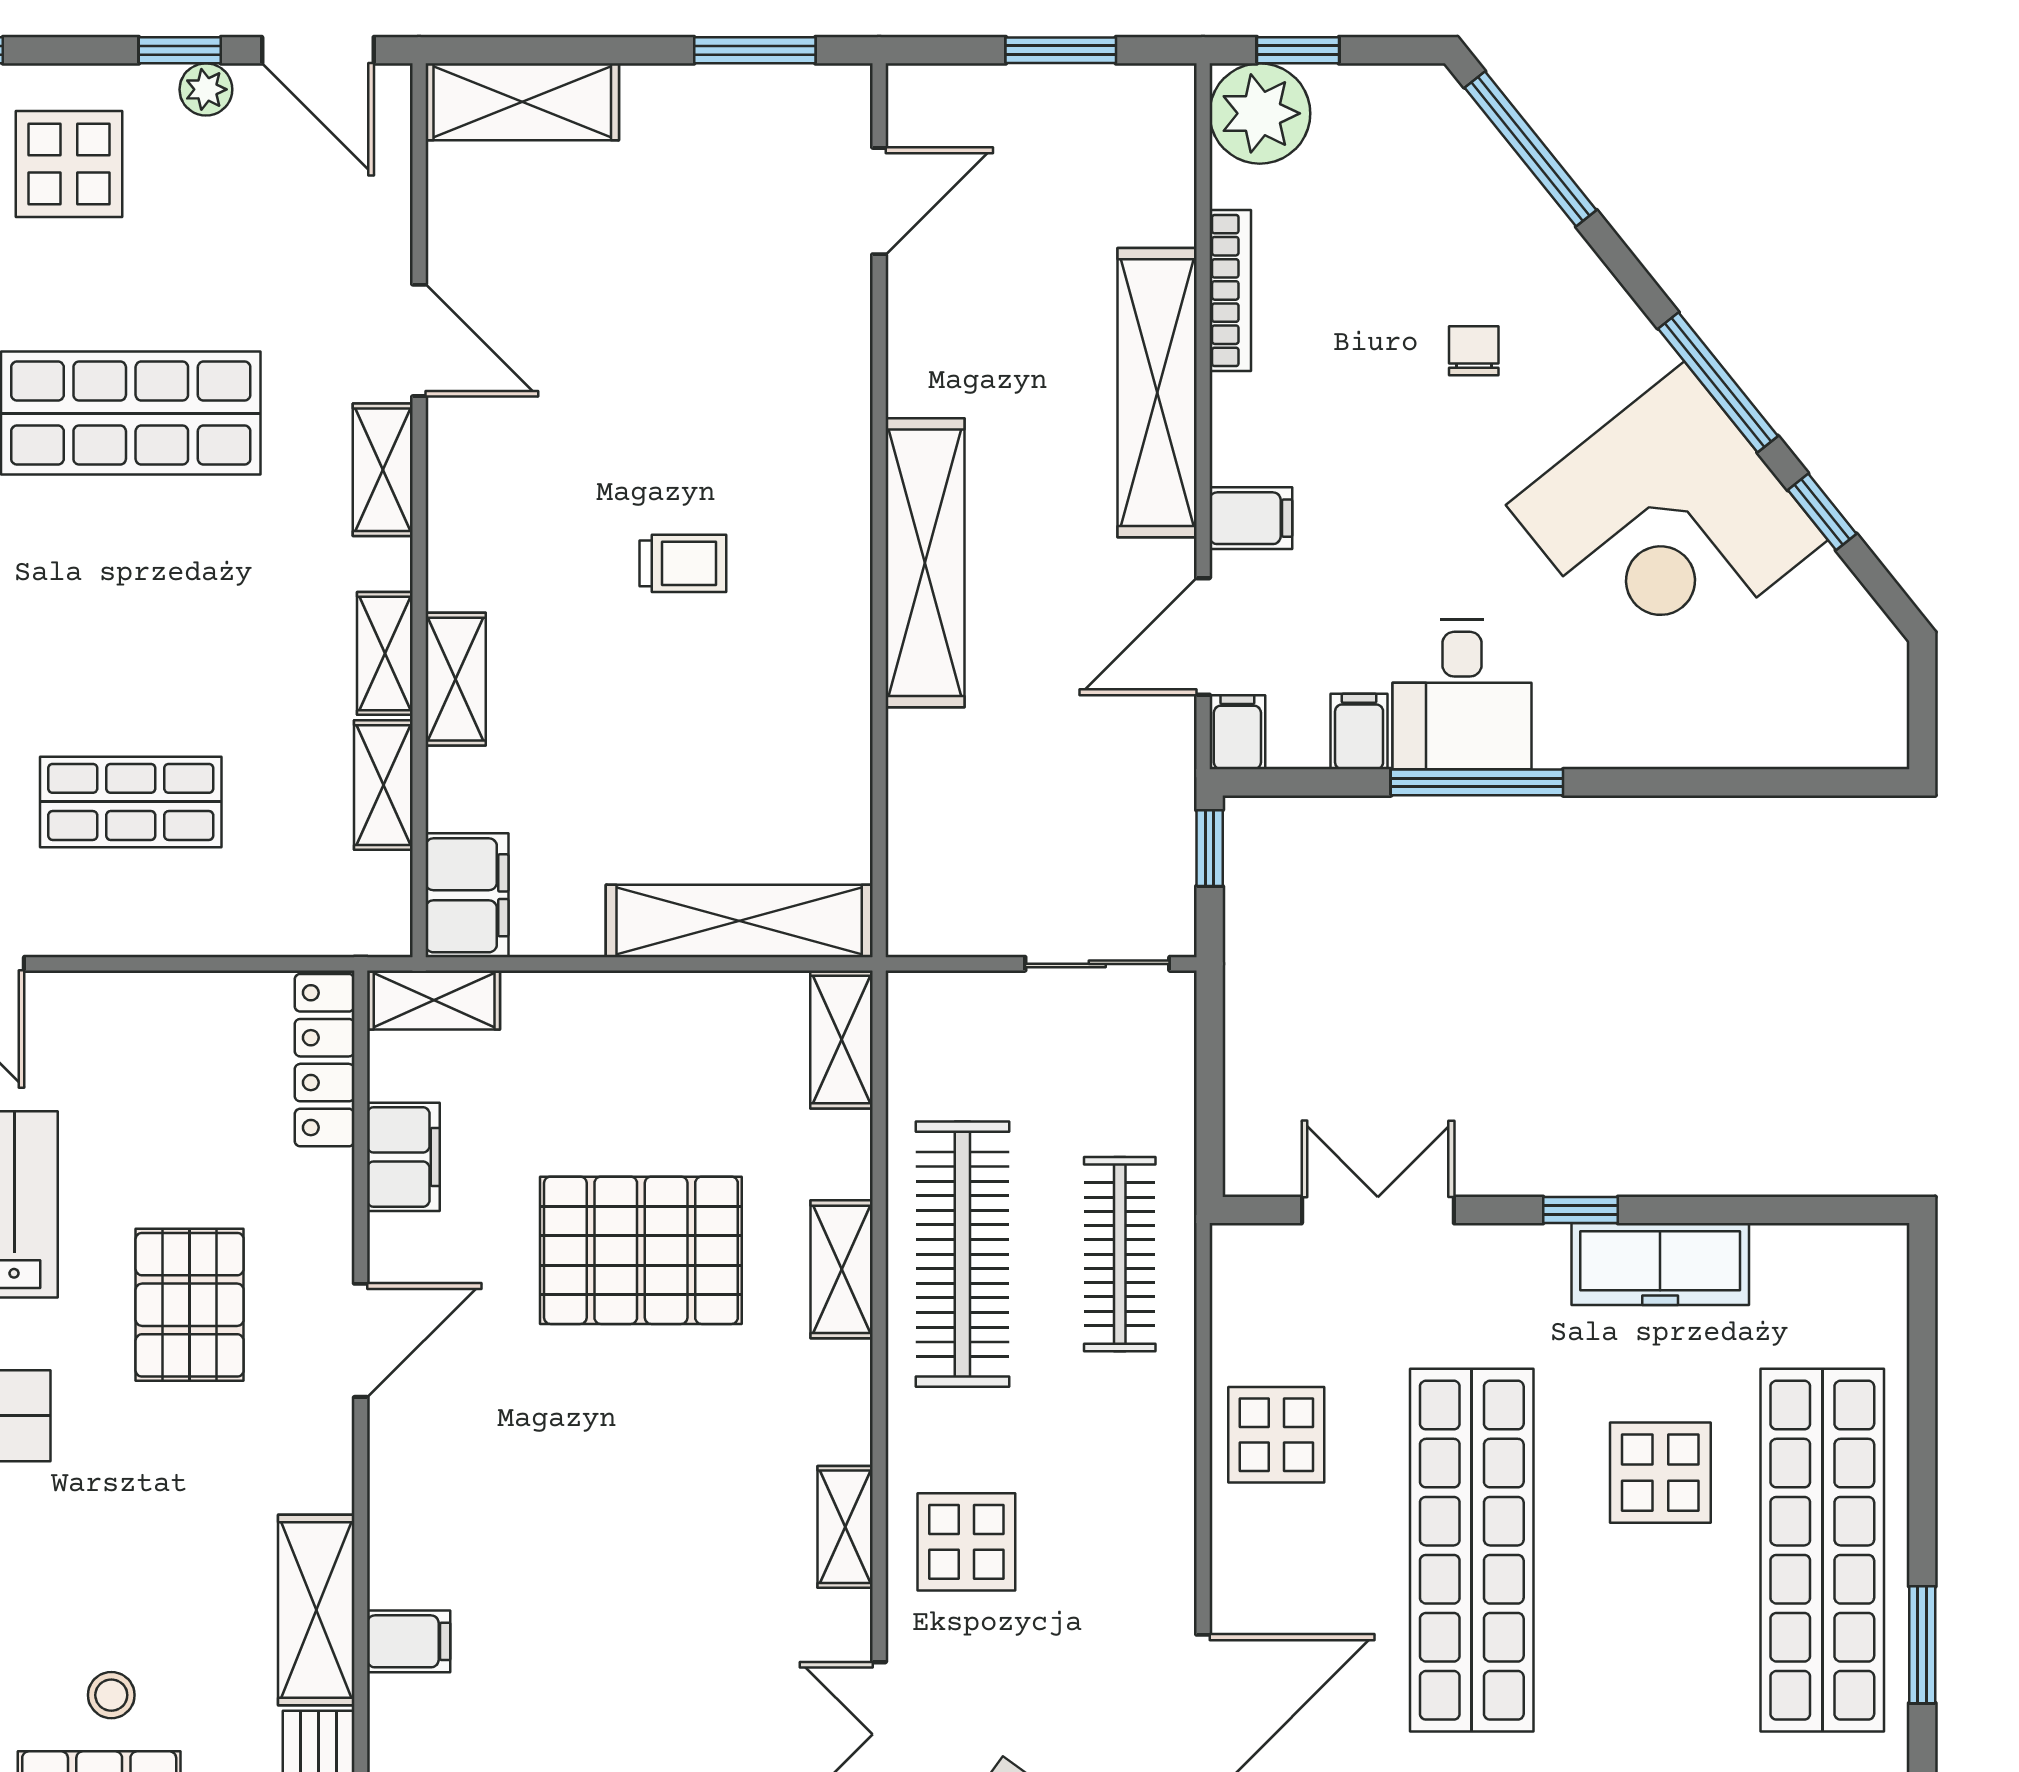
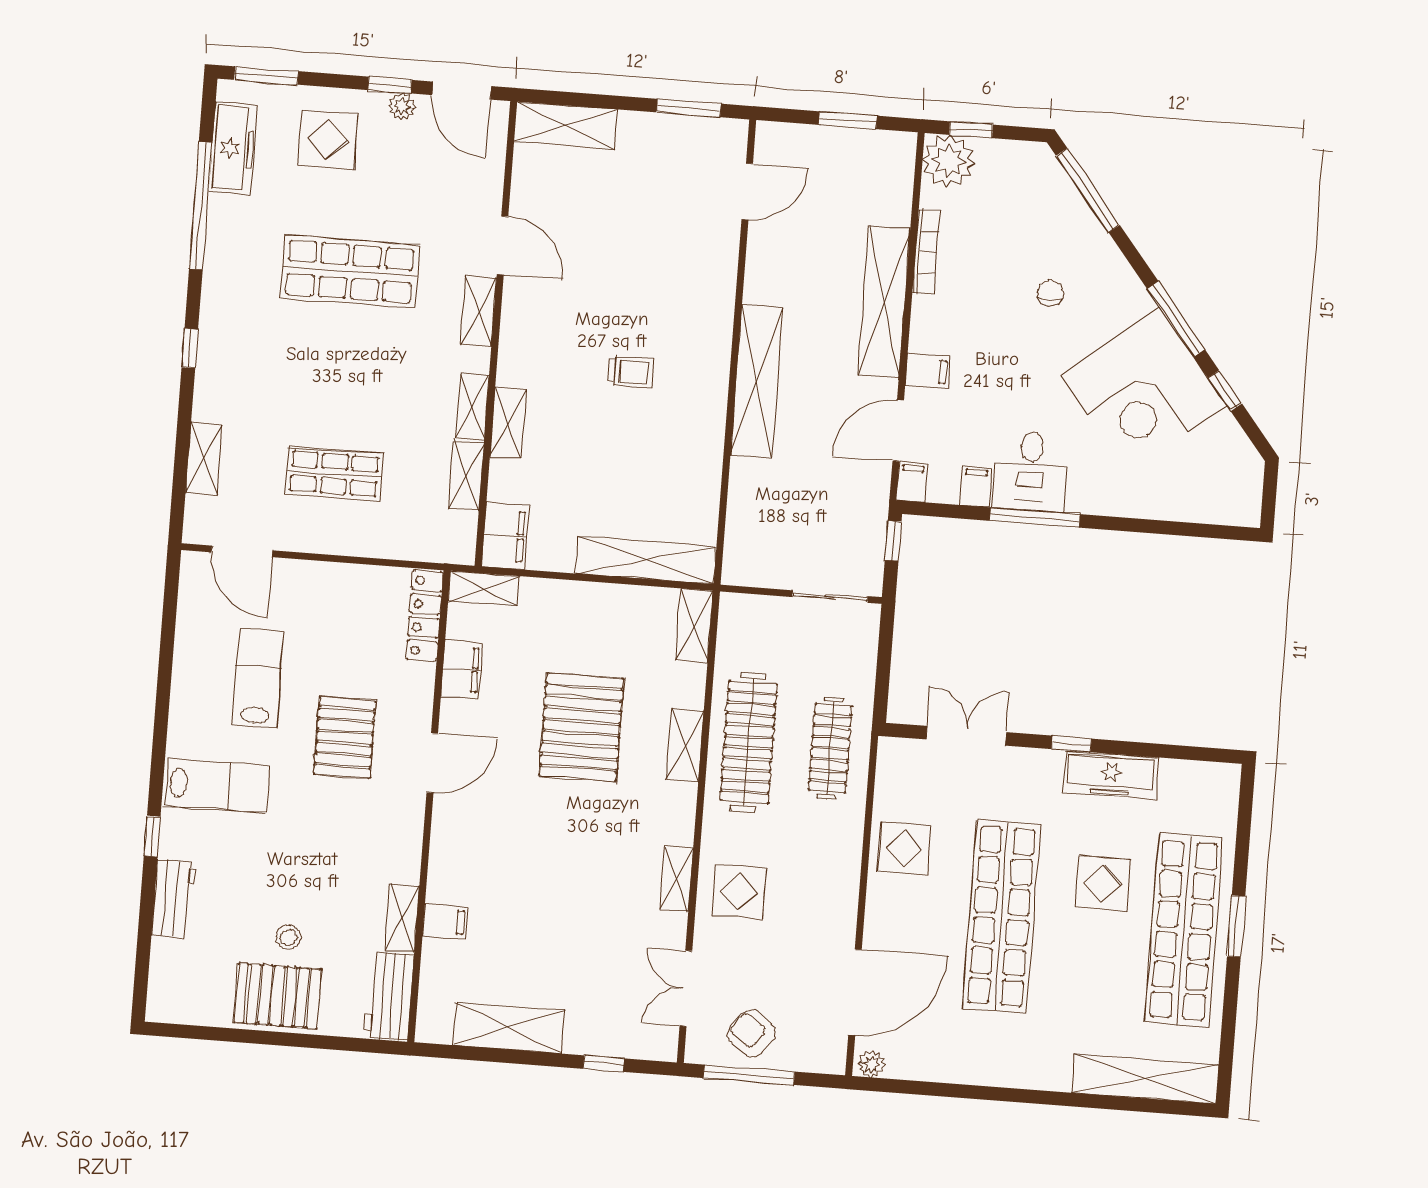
pallet: (641, 1250) -> (582, 727), turned 90
shelving: (316, 1610) -> (402, 918), width x0.67, depth x0.75
window: (1922, 1645) -> (1236, 926), moved

